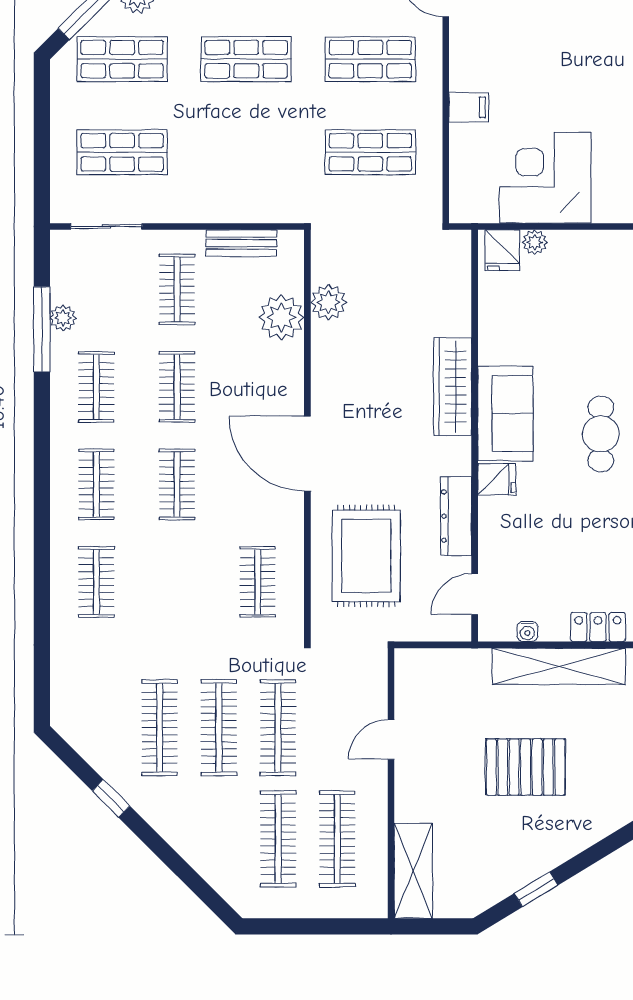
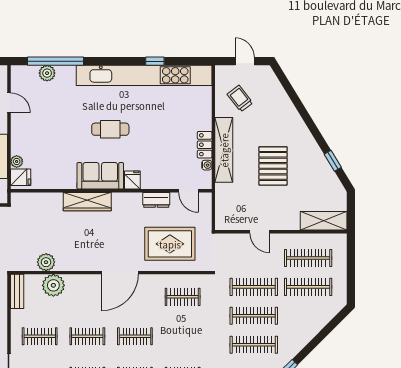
bench: (241, 243) -> (17, 291), moved
dresser: (456, 516) -> (156, 200), width x0.70
locker: (598, 627) -> (205, 145), moved

